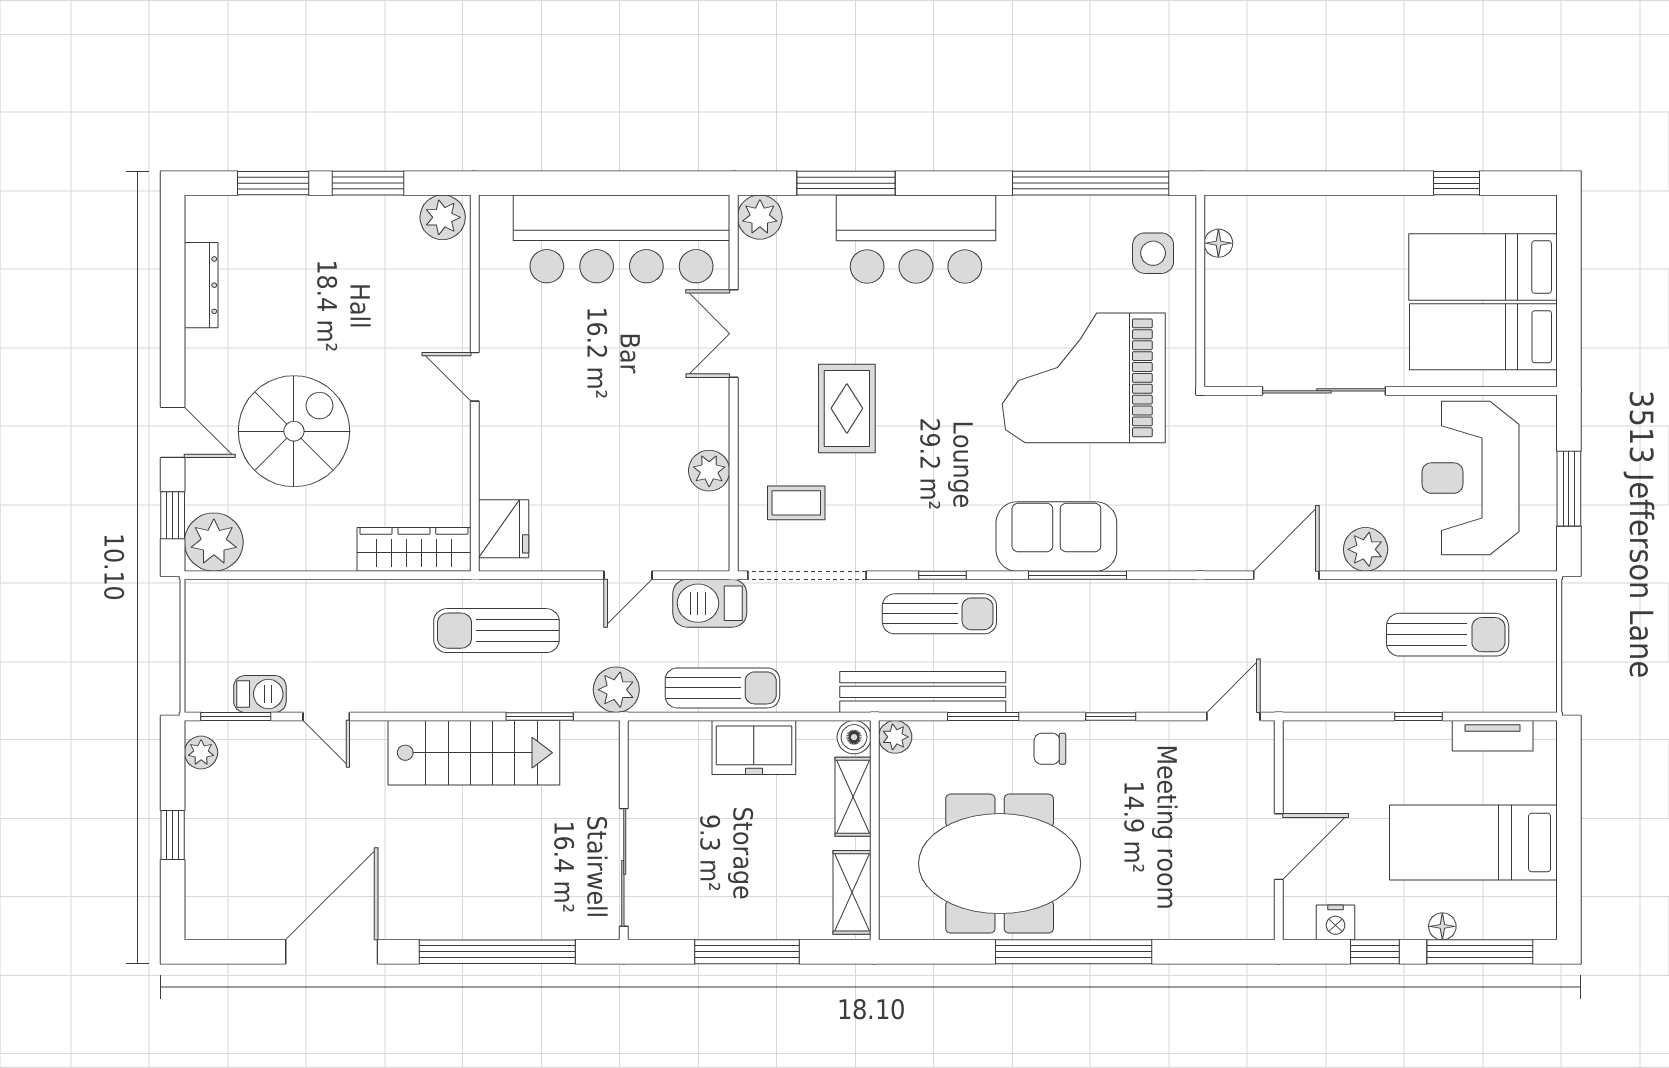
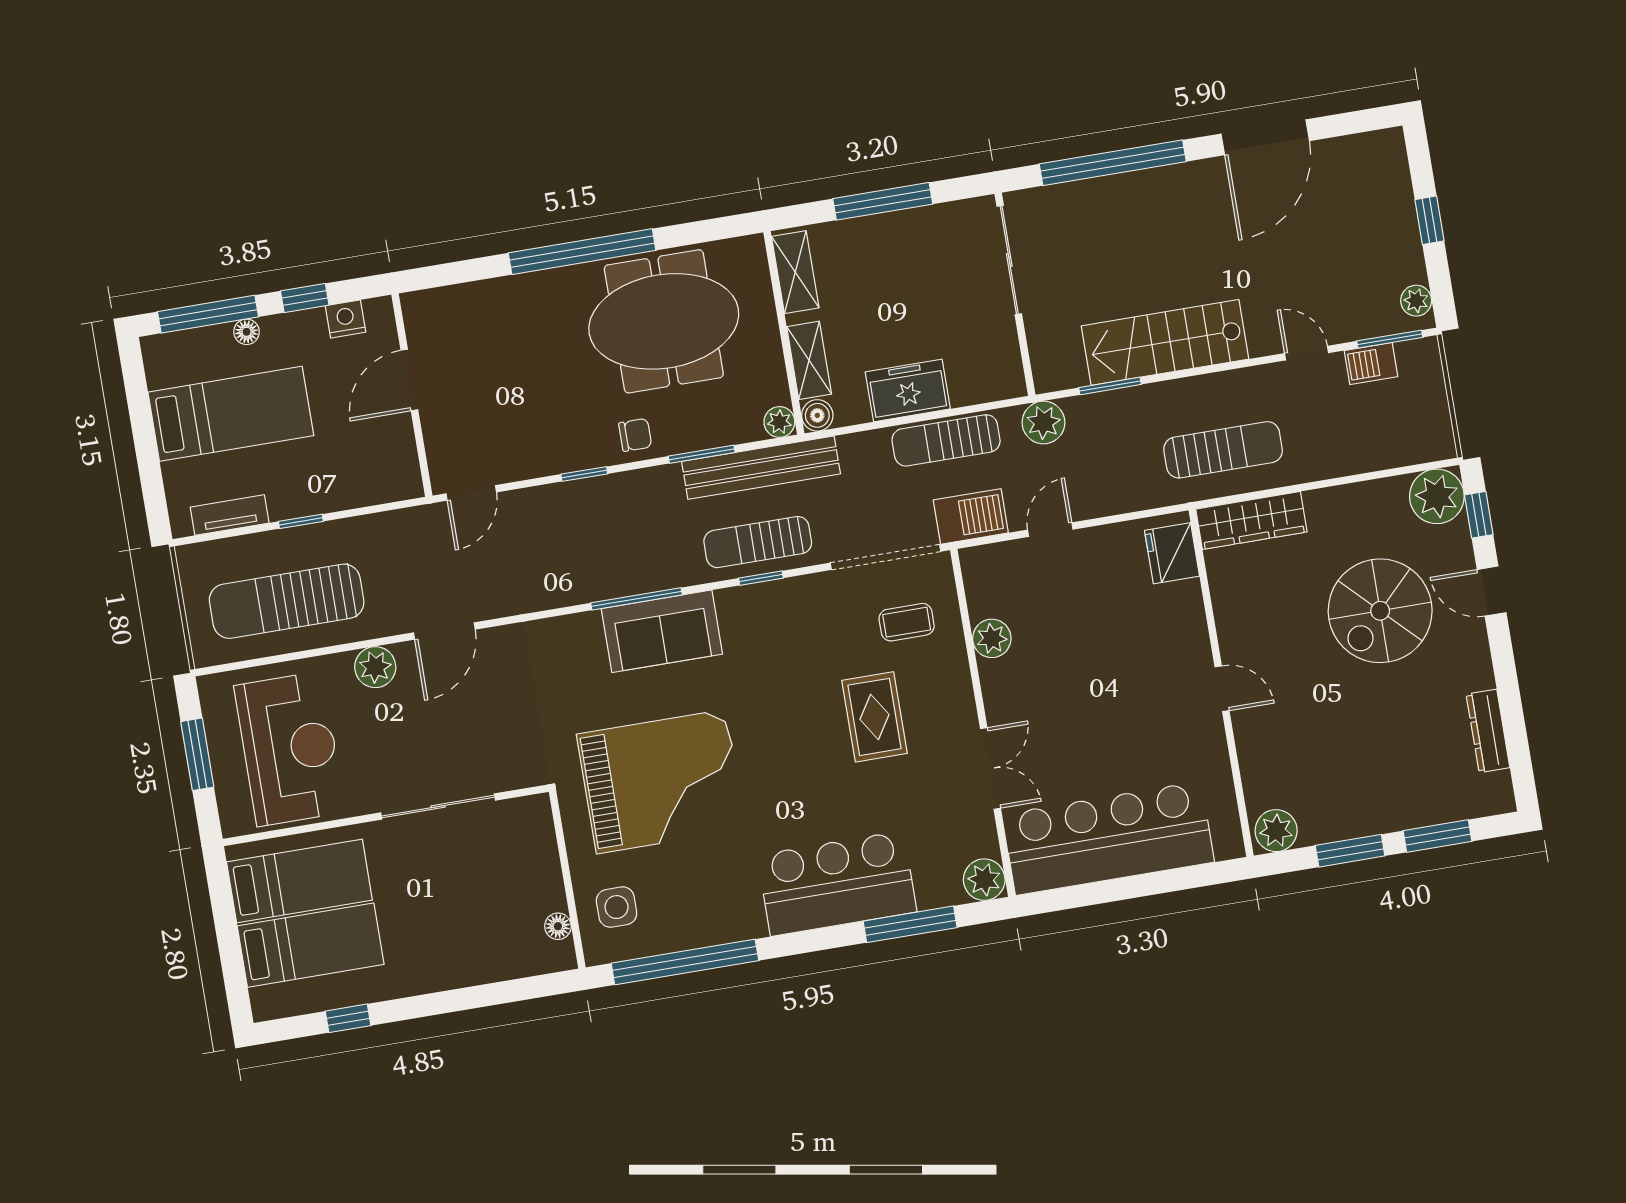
sun lounger: (496, 631) -> (1223, 450), moved
sun lounger: (1448, 635) -> (287, 601), width x1.36, depth x1.34

